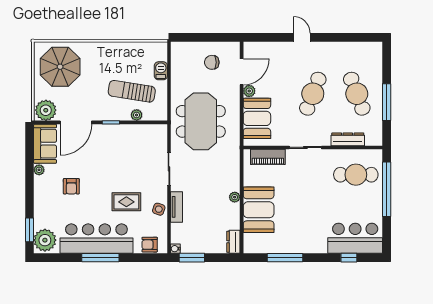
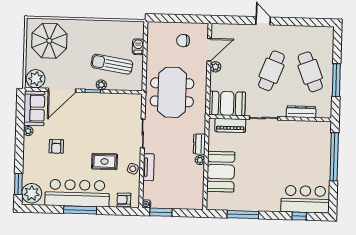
plant: (137, 115) -> (101, 85), moved
booth: (257, 118) -> (227, 103), moved, turned 90
cafe table: (356, 175) -> (307, 143), removed
dresser: (233, 242) -> (199, 144), moved

